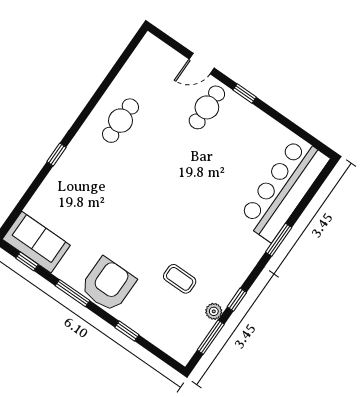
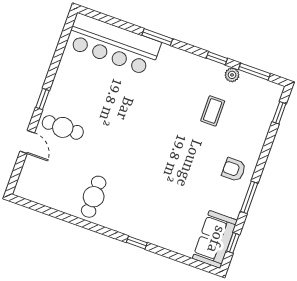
cafe table: (120, 121) -> (94, 197), turned 90
armchair: (108, 285) -> (234, 170), width x0.53, depth x0.53
window: (127, 331) -> (279, 113), moved

